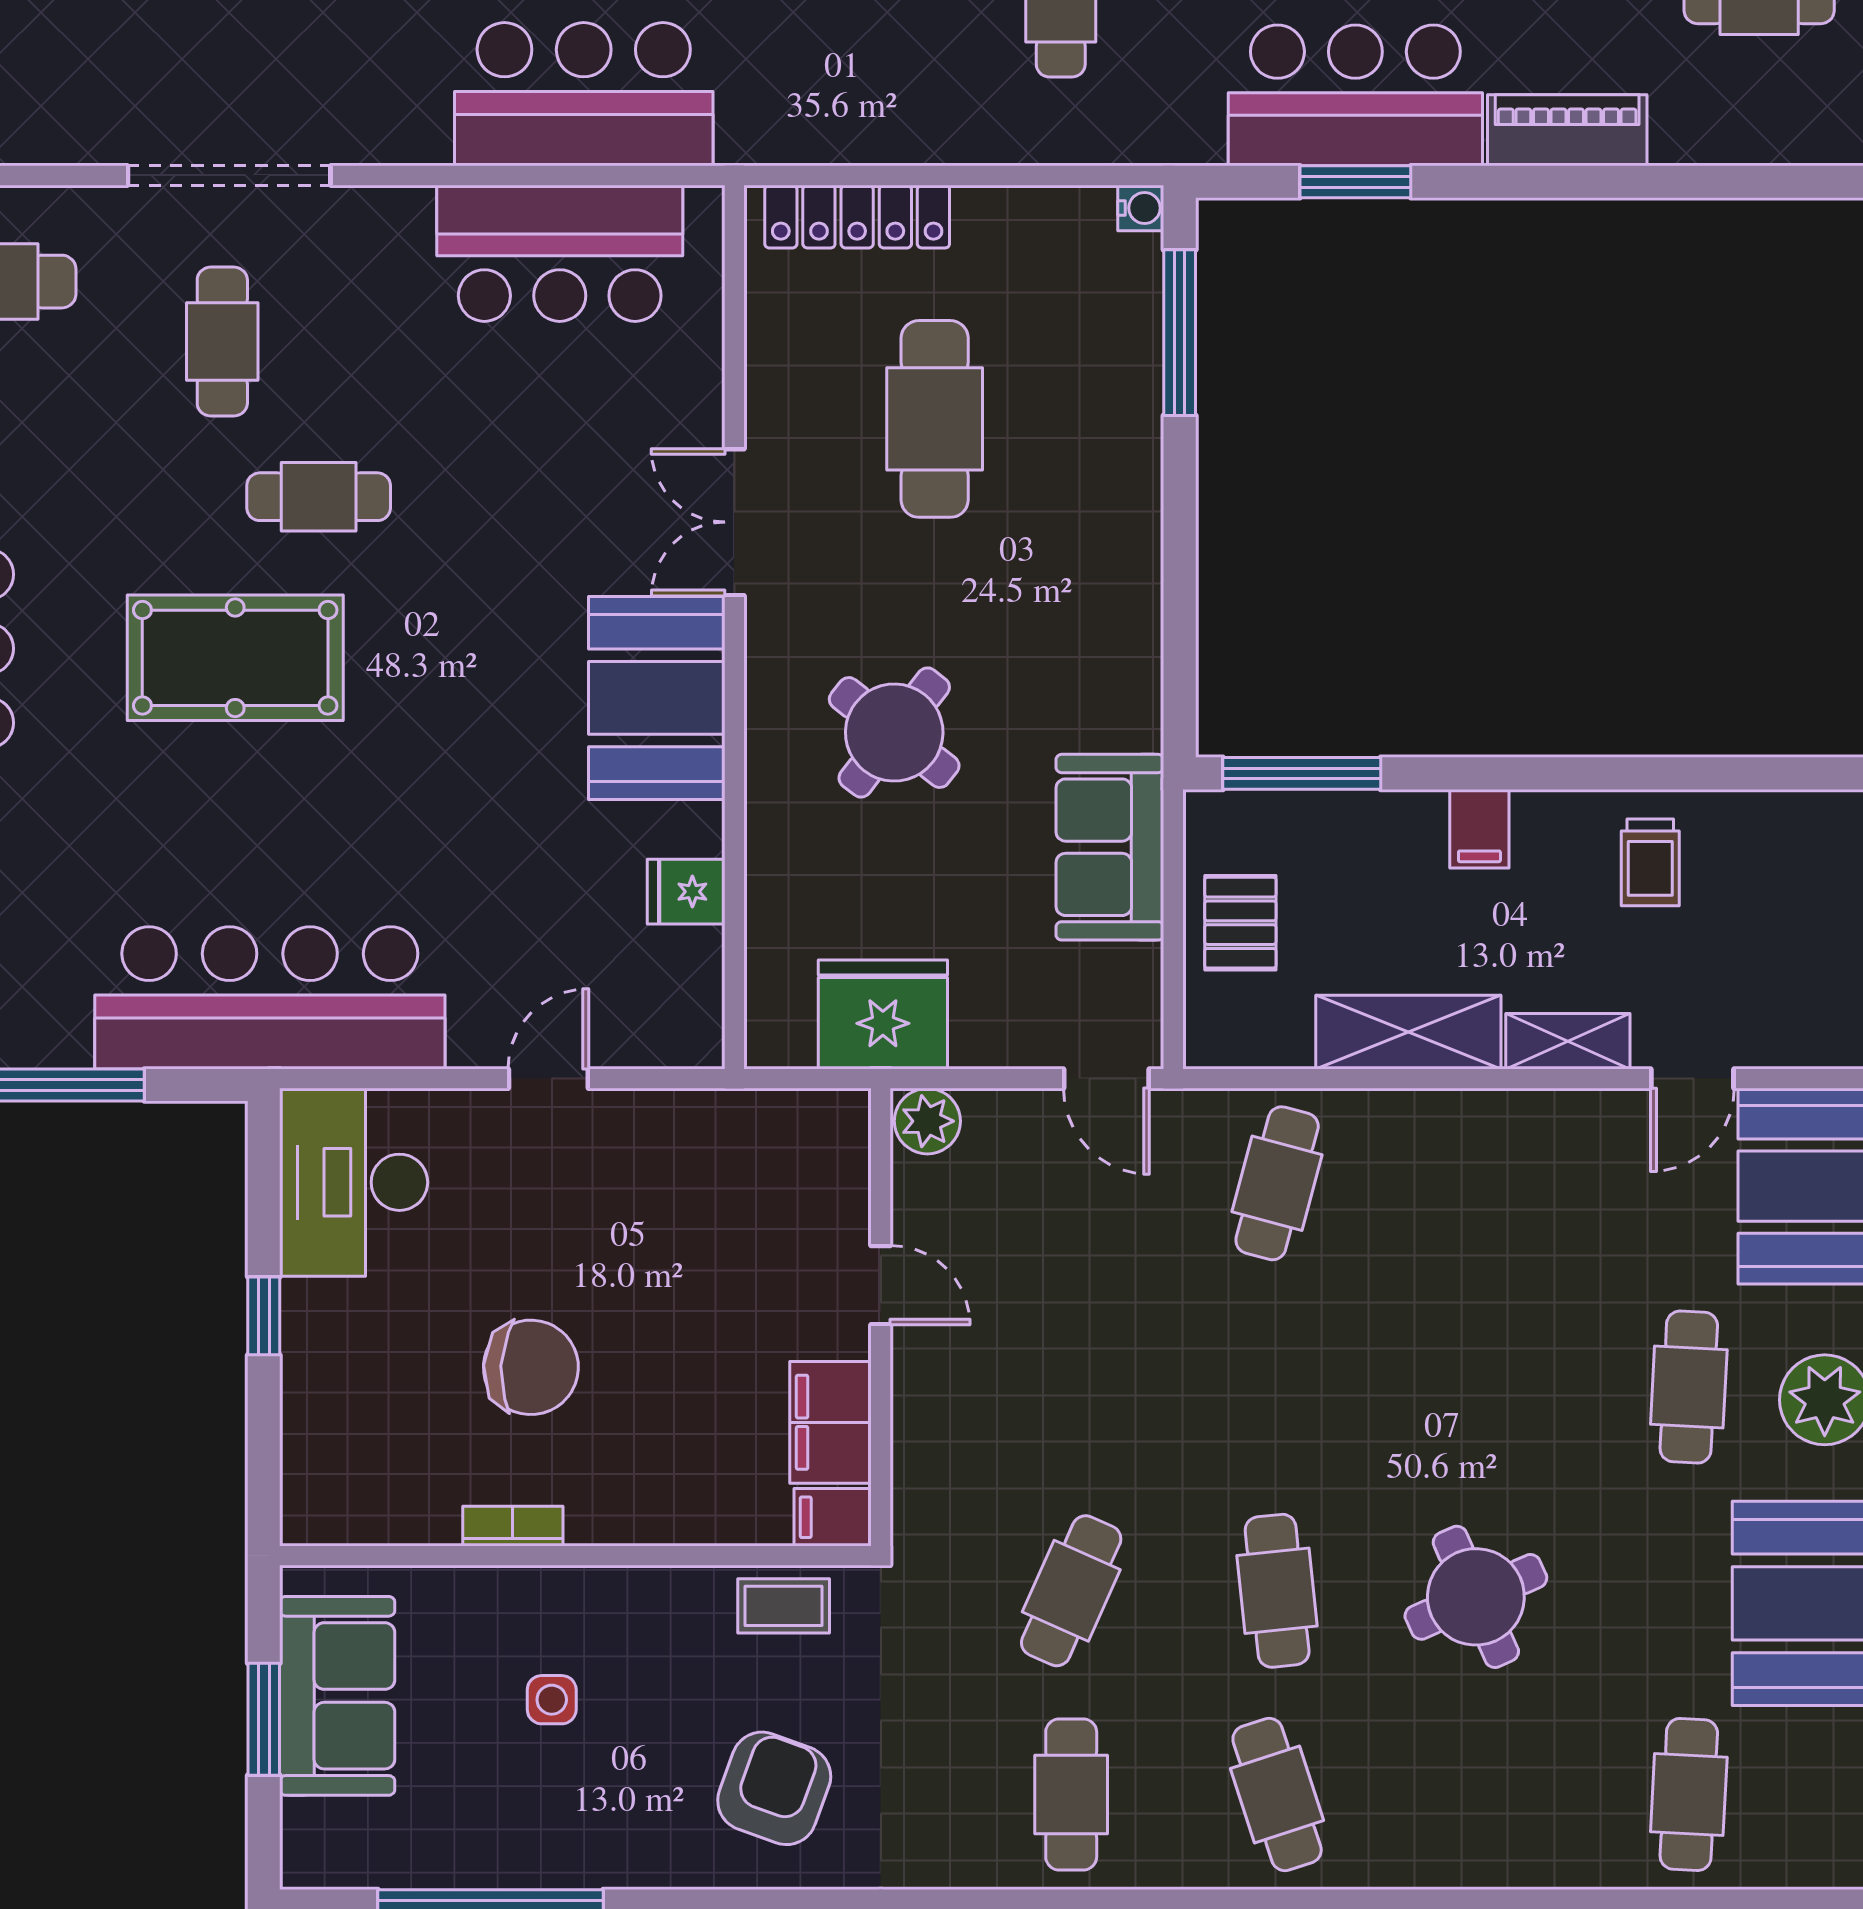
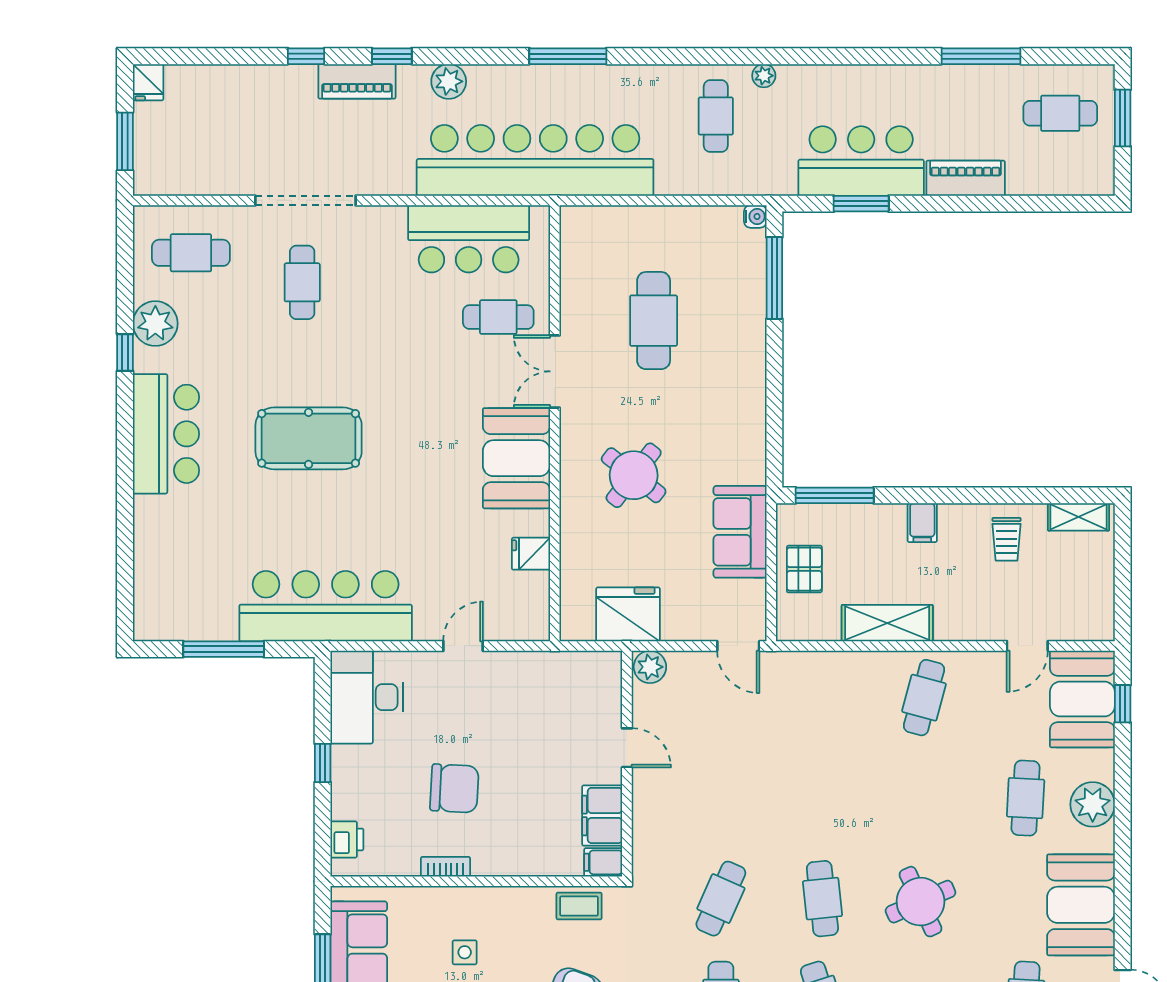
bar counter: (584, 94) -> (535, 160), width x1.86
locker: (857, 217) -> (615, 221), removed
cafe table: (319, 497) -> (498, 317), moved
shelving: (1568, 1041) -> (1079, 517), moved
cafe table: (1277, 1183) -> (924, 698), moved
printer: (313, 1471) -> (347, 839), added

